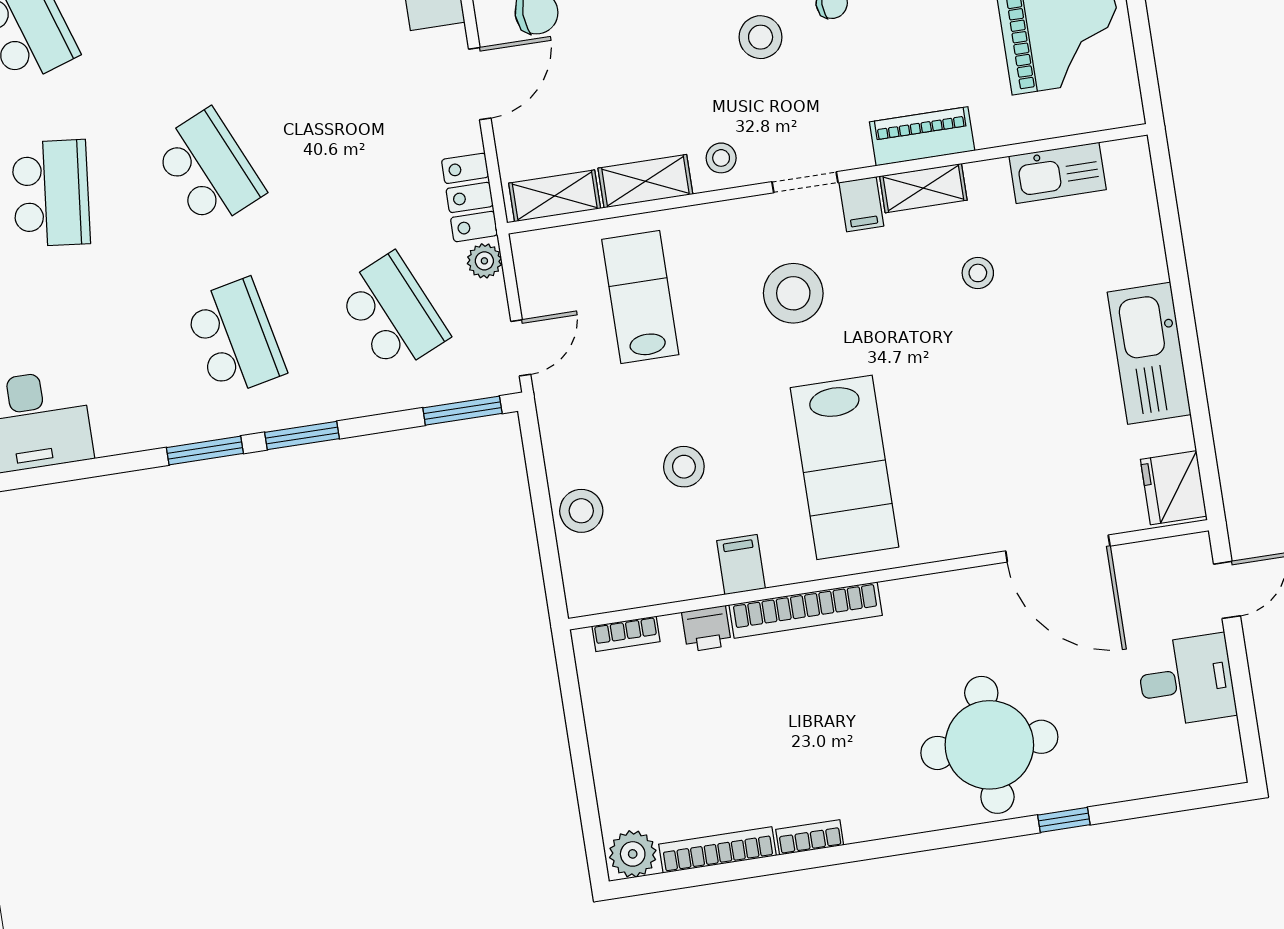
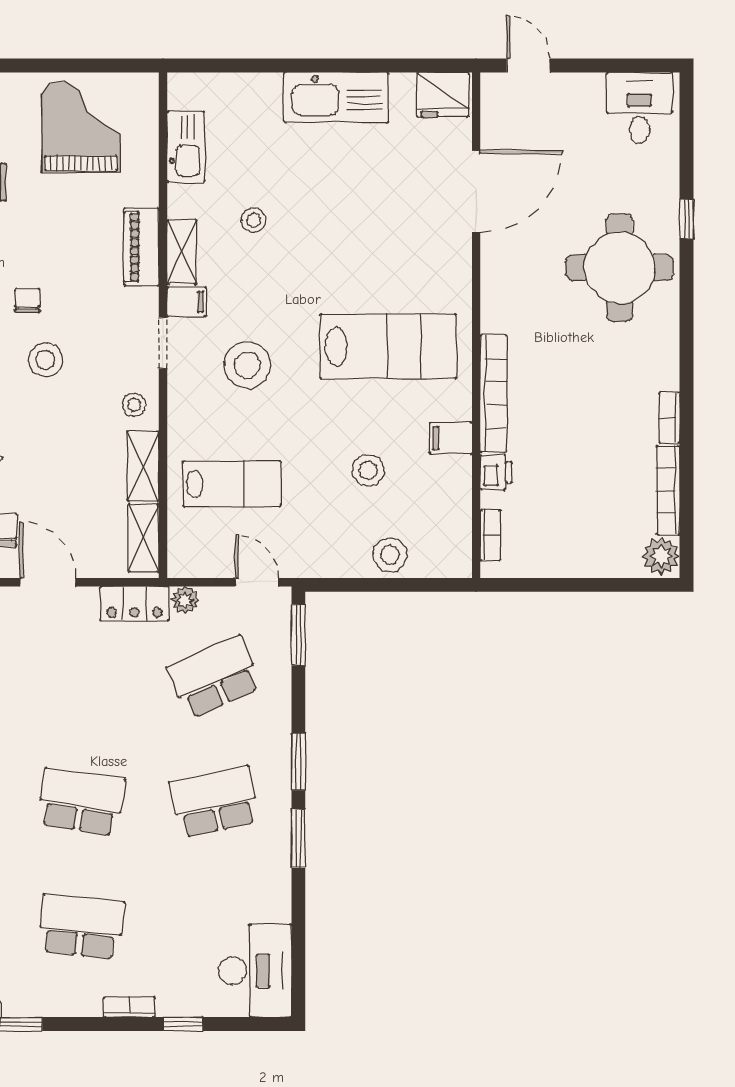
school desk: (209, 169) -> (81, 802), turned 33
lab bench: (640, 297) -> (232, 484), turned 180
desk: (1186, 680) -> (639, 108), moved

